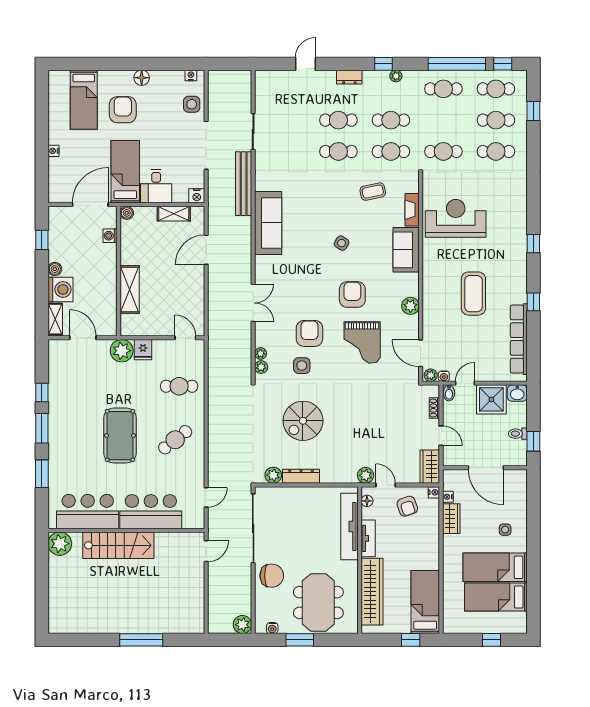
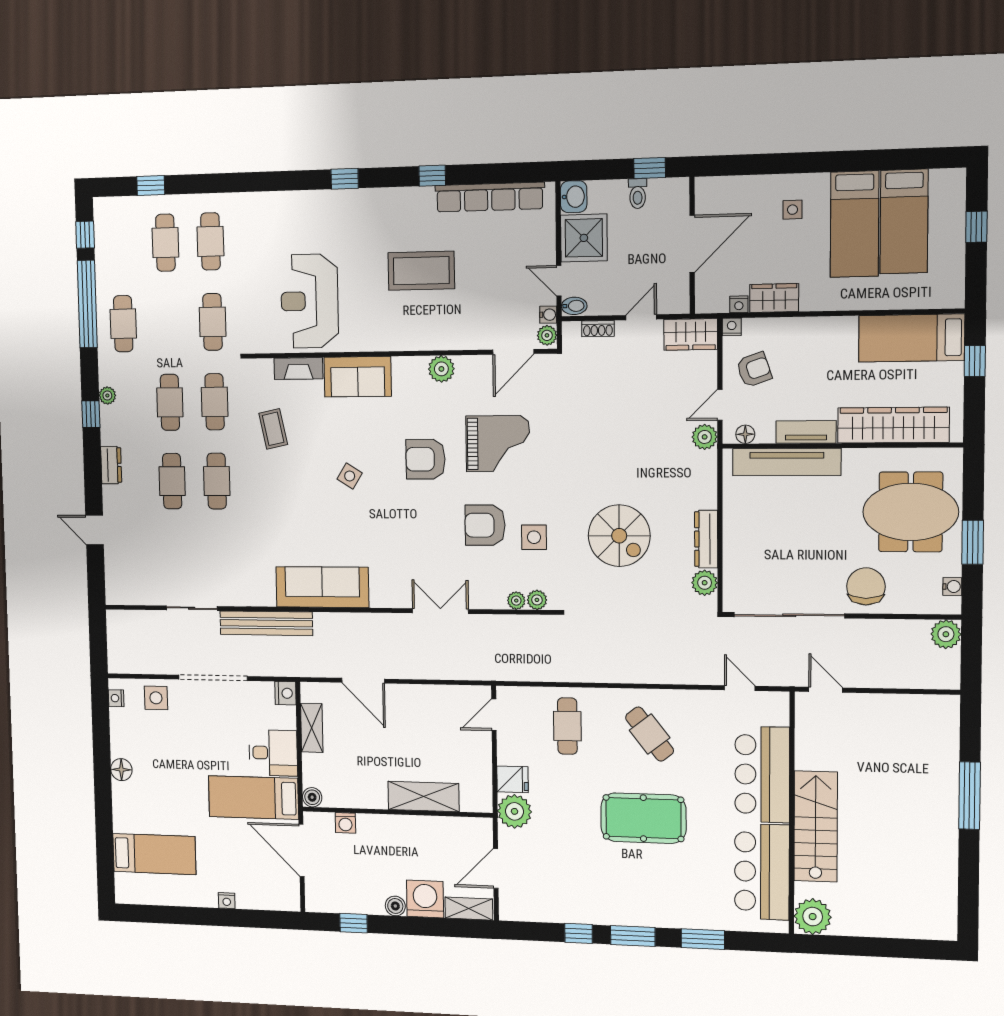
cafe table: (496, 89) -> (121, 244), removed
armchair: (123, 110) -> (166, 798), removed

